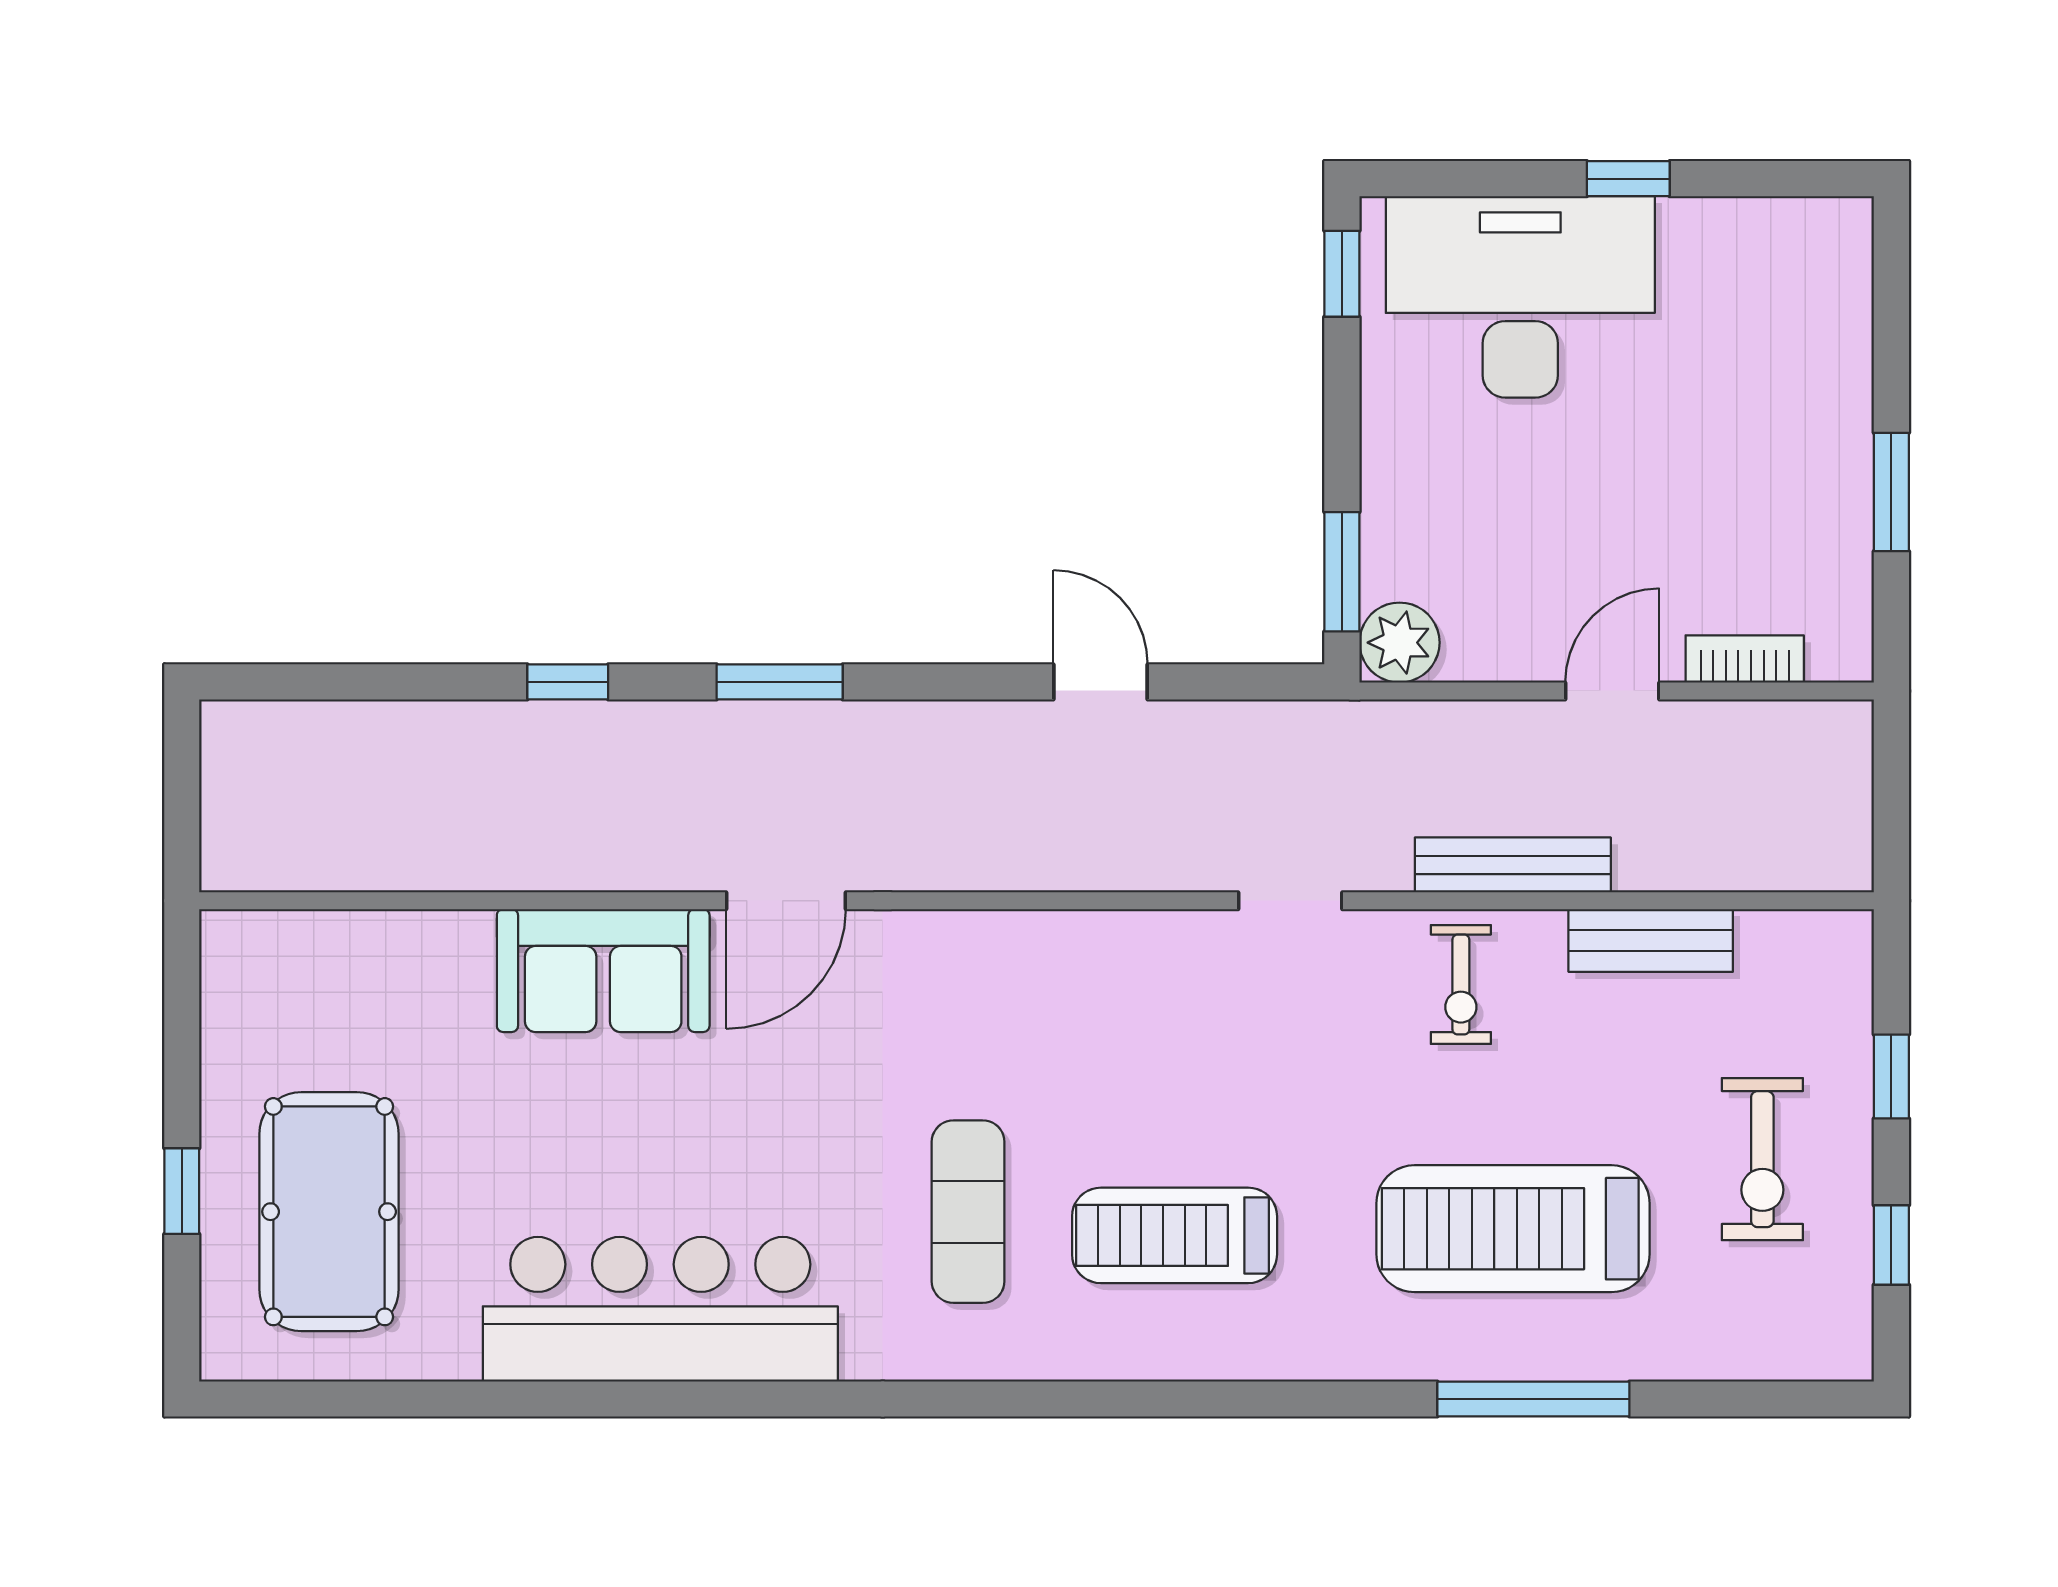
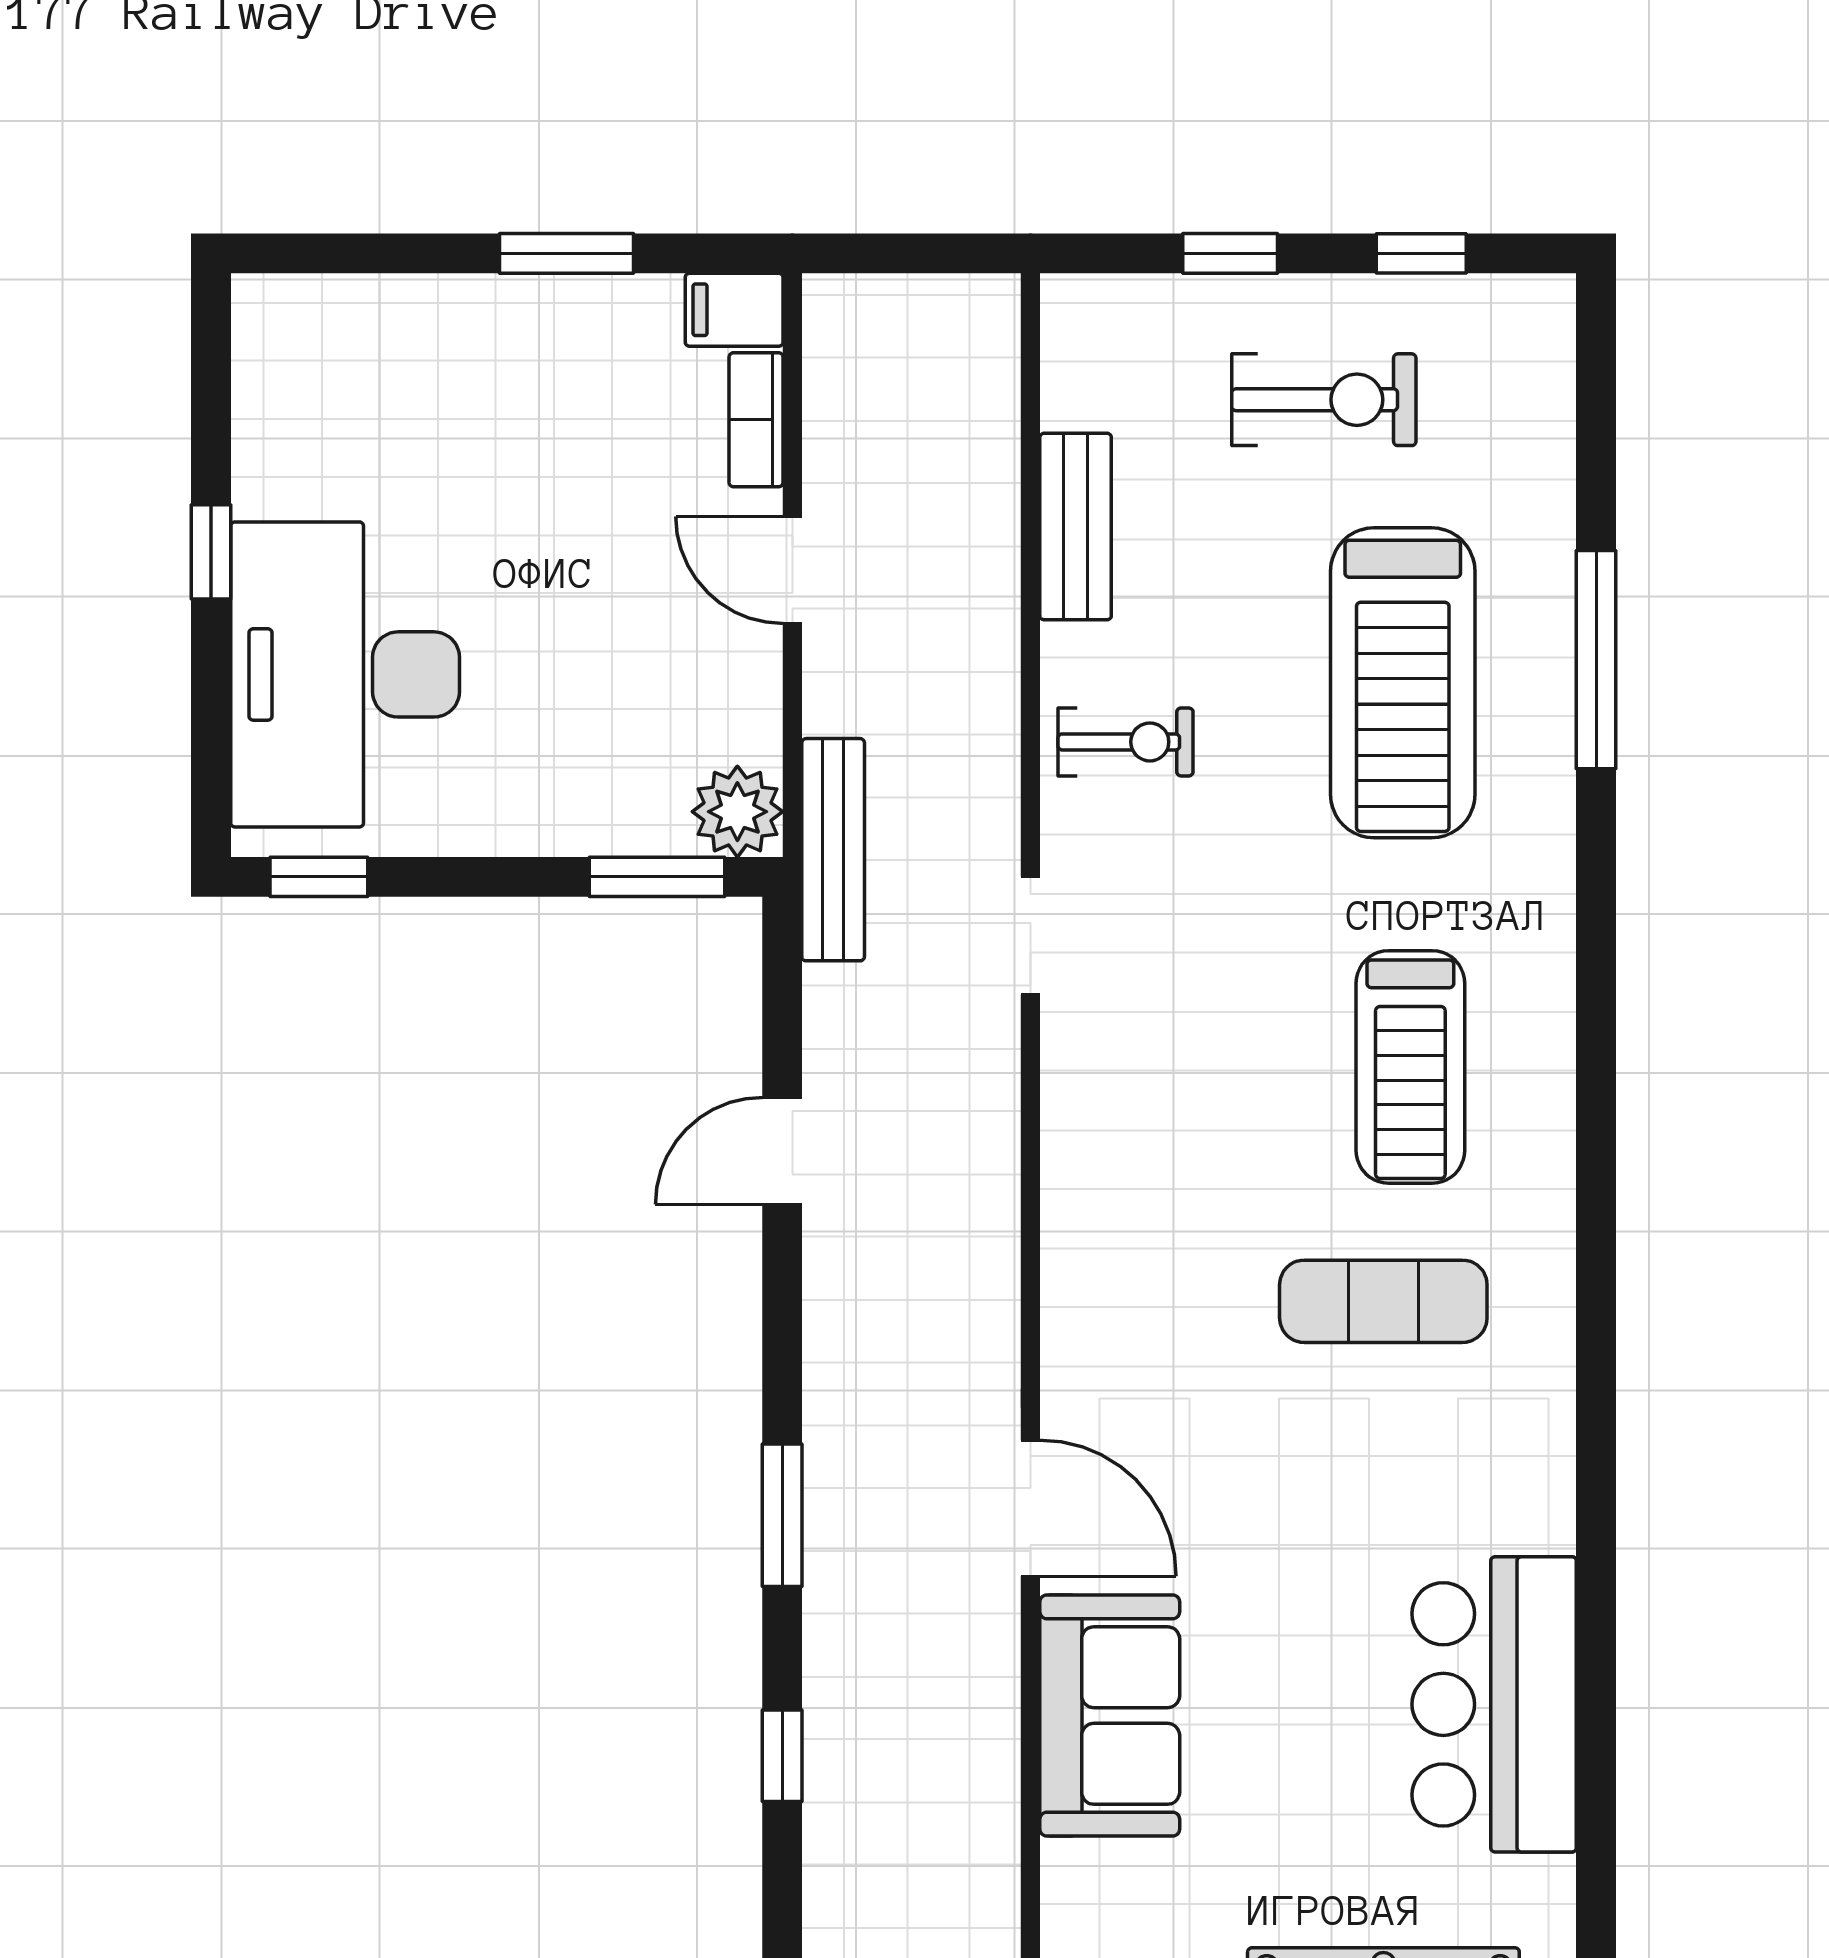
filing cabinet: (1842, 640) -> (734, 310), added
bench: (1513, 865) -> (833, 850), moved
bar counter: (660, 1309) -> (1494, 1704), width x0.73

